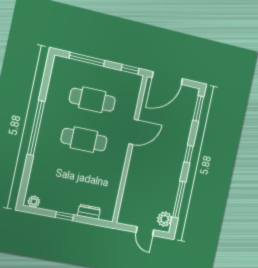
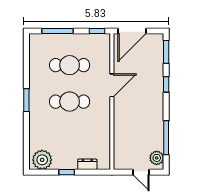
window: (36, 128) -> (26, 100), width x0.47
window: (189, 154) -> (166, 84), moved
plant: (34, 202) -> (42, 160), width x1.88, depth x1.88

